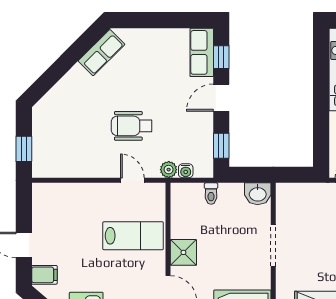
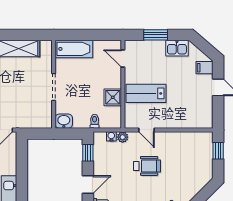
shower: (183, 252) -> (113, 97), moved

